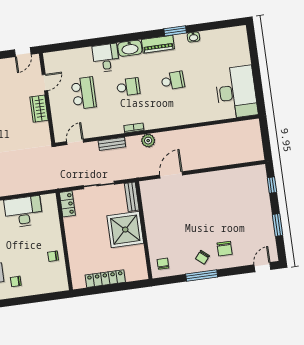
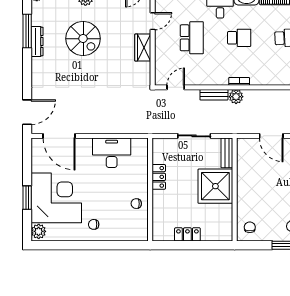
plant: (148, 141) -> (236, 97), moved
door: (171, 175) -> (271, 136), swing flipped
locker: (67, 204) -> (159, 177), moved
locker: (105, 279) -> (187, 234), width x0.66

